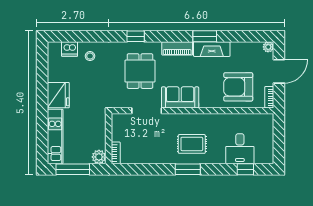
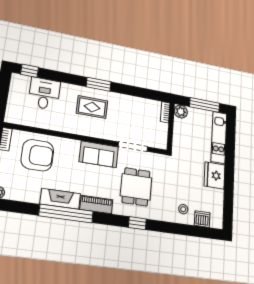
window: (205, 36) -> (66, 214), width x2.11
window: (245, 169) -> (30, 71), moved

